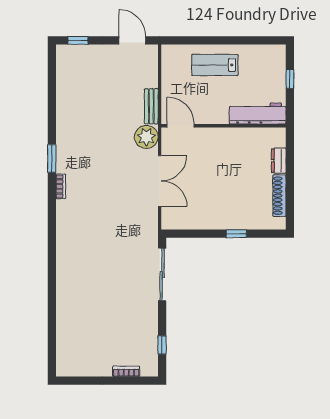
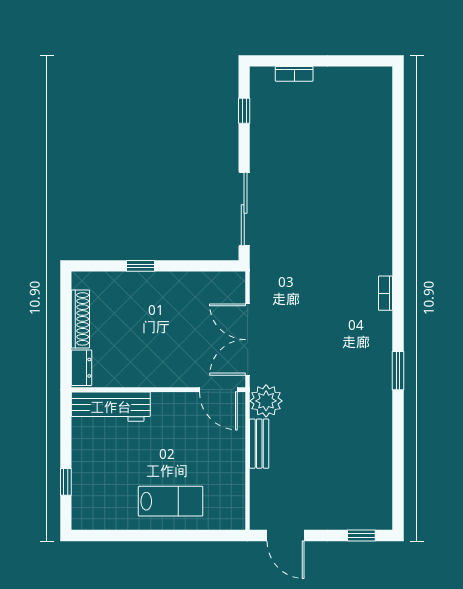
workbench: (258, 114) -> (111, 407), moved
door: (181, 126) -> (218, 390), moved
wall: (224, 126) -> (158, 390), moved
bookcase: (61, 186) -> (385, 293), moved

